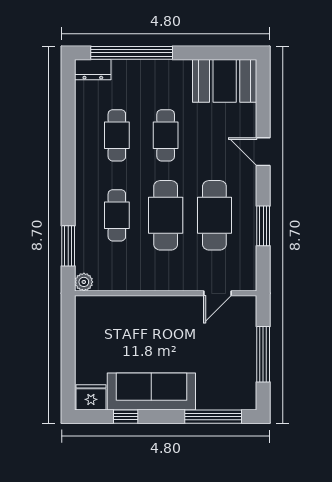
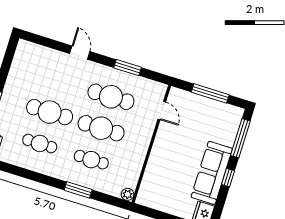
booth: (225, 81) -> (26, 63), removed
cafe table: (166, 135) -> (50, 112), width x1.37, depth x1.35
door: (263, 152) -> (80, 53), swing flipped
window: (68, 246) -> (78, 190), moved
window: (126, 417) -> (228, 178), moved

